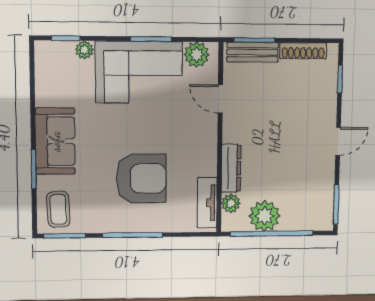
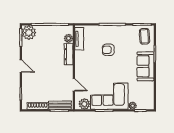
door: (338, 141) -> (21, 66), swing flipped
armchair: (141, 178) -> (108, 50), width x0.53, depth x0.53
plant: (265, 216) -> (29, 33), moved

